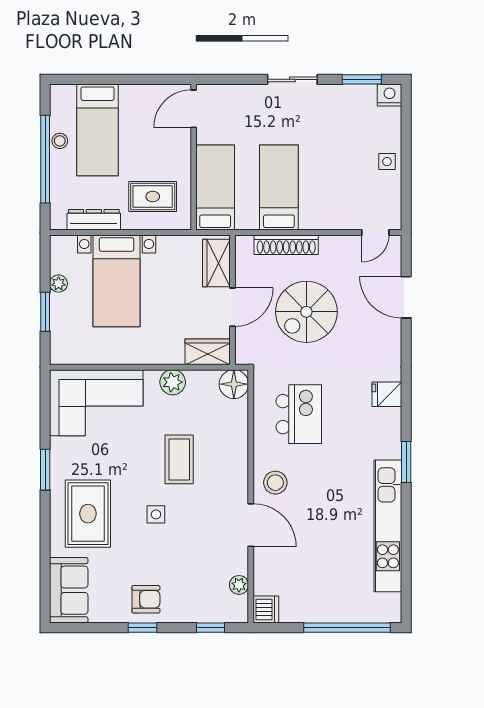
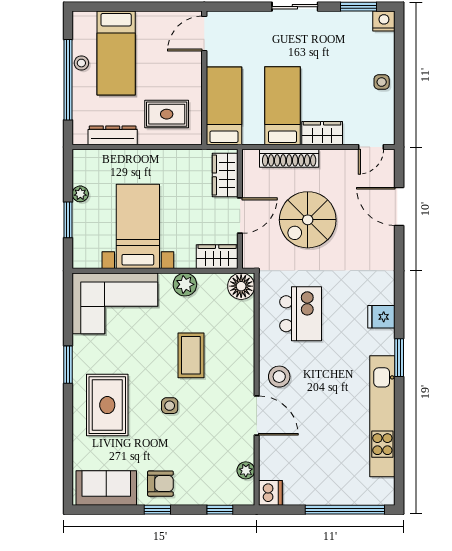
wardrobe: (322, 217) -> (322, 133), added
bed with nightstands: (117, 281) -> (138, 226), moved, turned 180
fridge: (387, 394) -> (381, 317), moved
sofa: (69, 590) -> (106, 488), moved, turned -90

